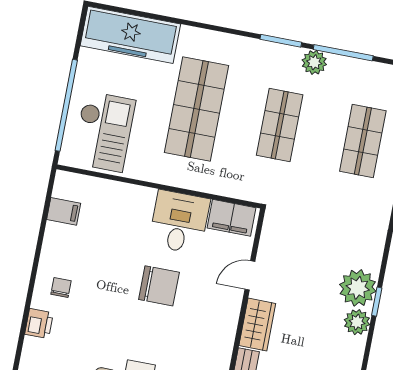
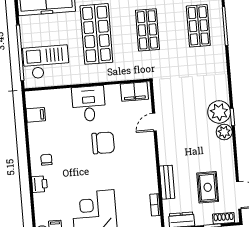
checkout: (104, 132) -> (46, 62), turned -90
desk: (179, 222) -> (89, 104), moved
wardrobe: (257, 325) -> (167, 150), removed

